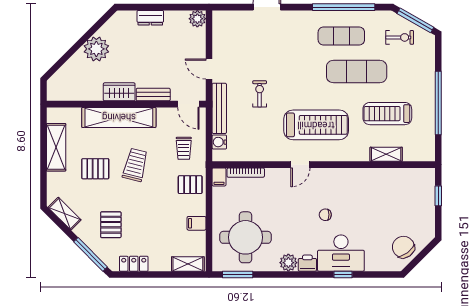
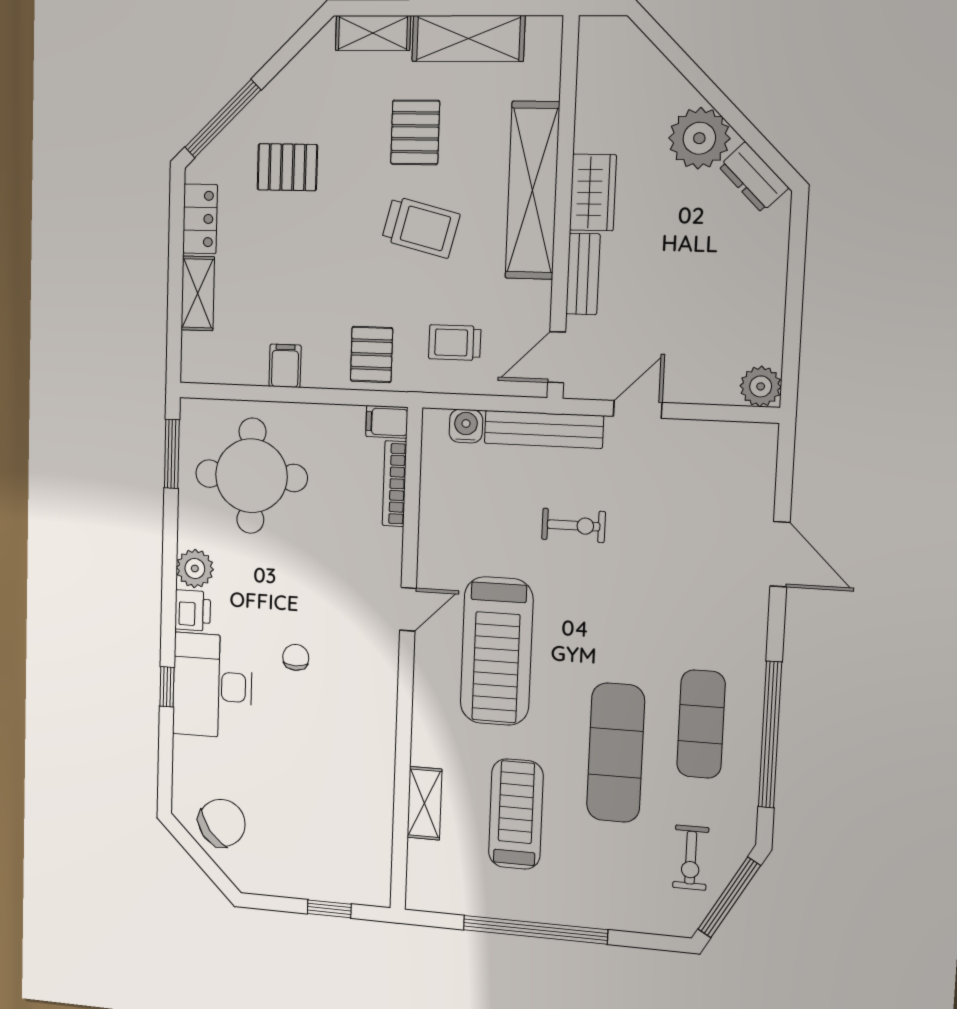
dresser: (150, 18) -> (754, 177), moved, turned -45
door: (300, 165) -> (408, 609), swing flipped
shelving: (65, 214) -> (373, 33), moved, turned 45
shelving: (188, 264) -> (198, 293), moved

